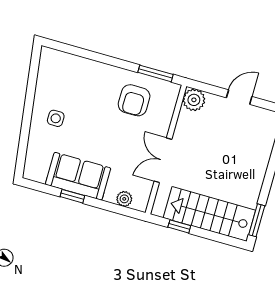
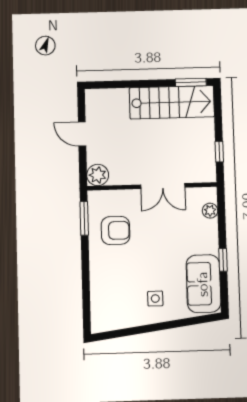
sofa: (78, 176) -> (203, 284), moved
stairs: (209, 214) -> (172, 102), moved, turned -90

